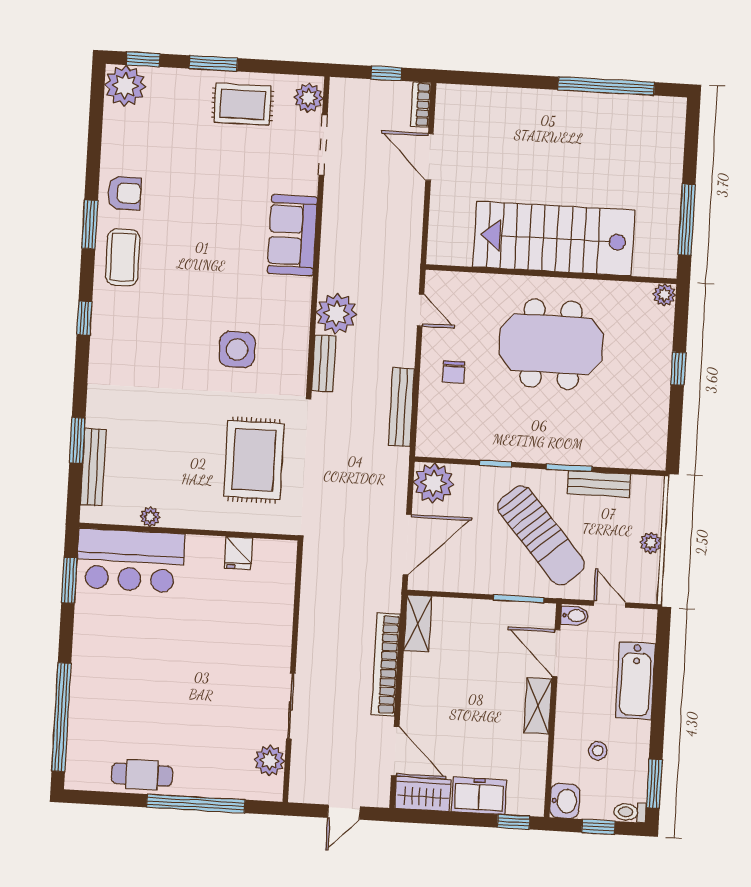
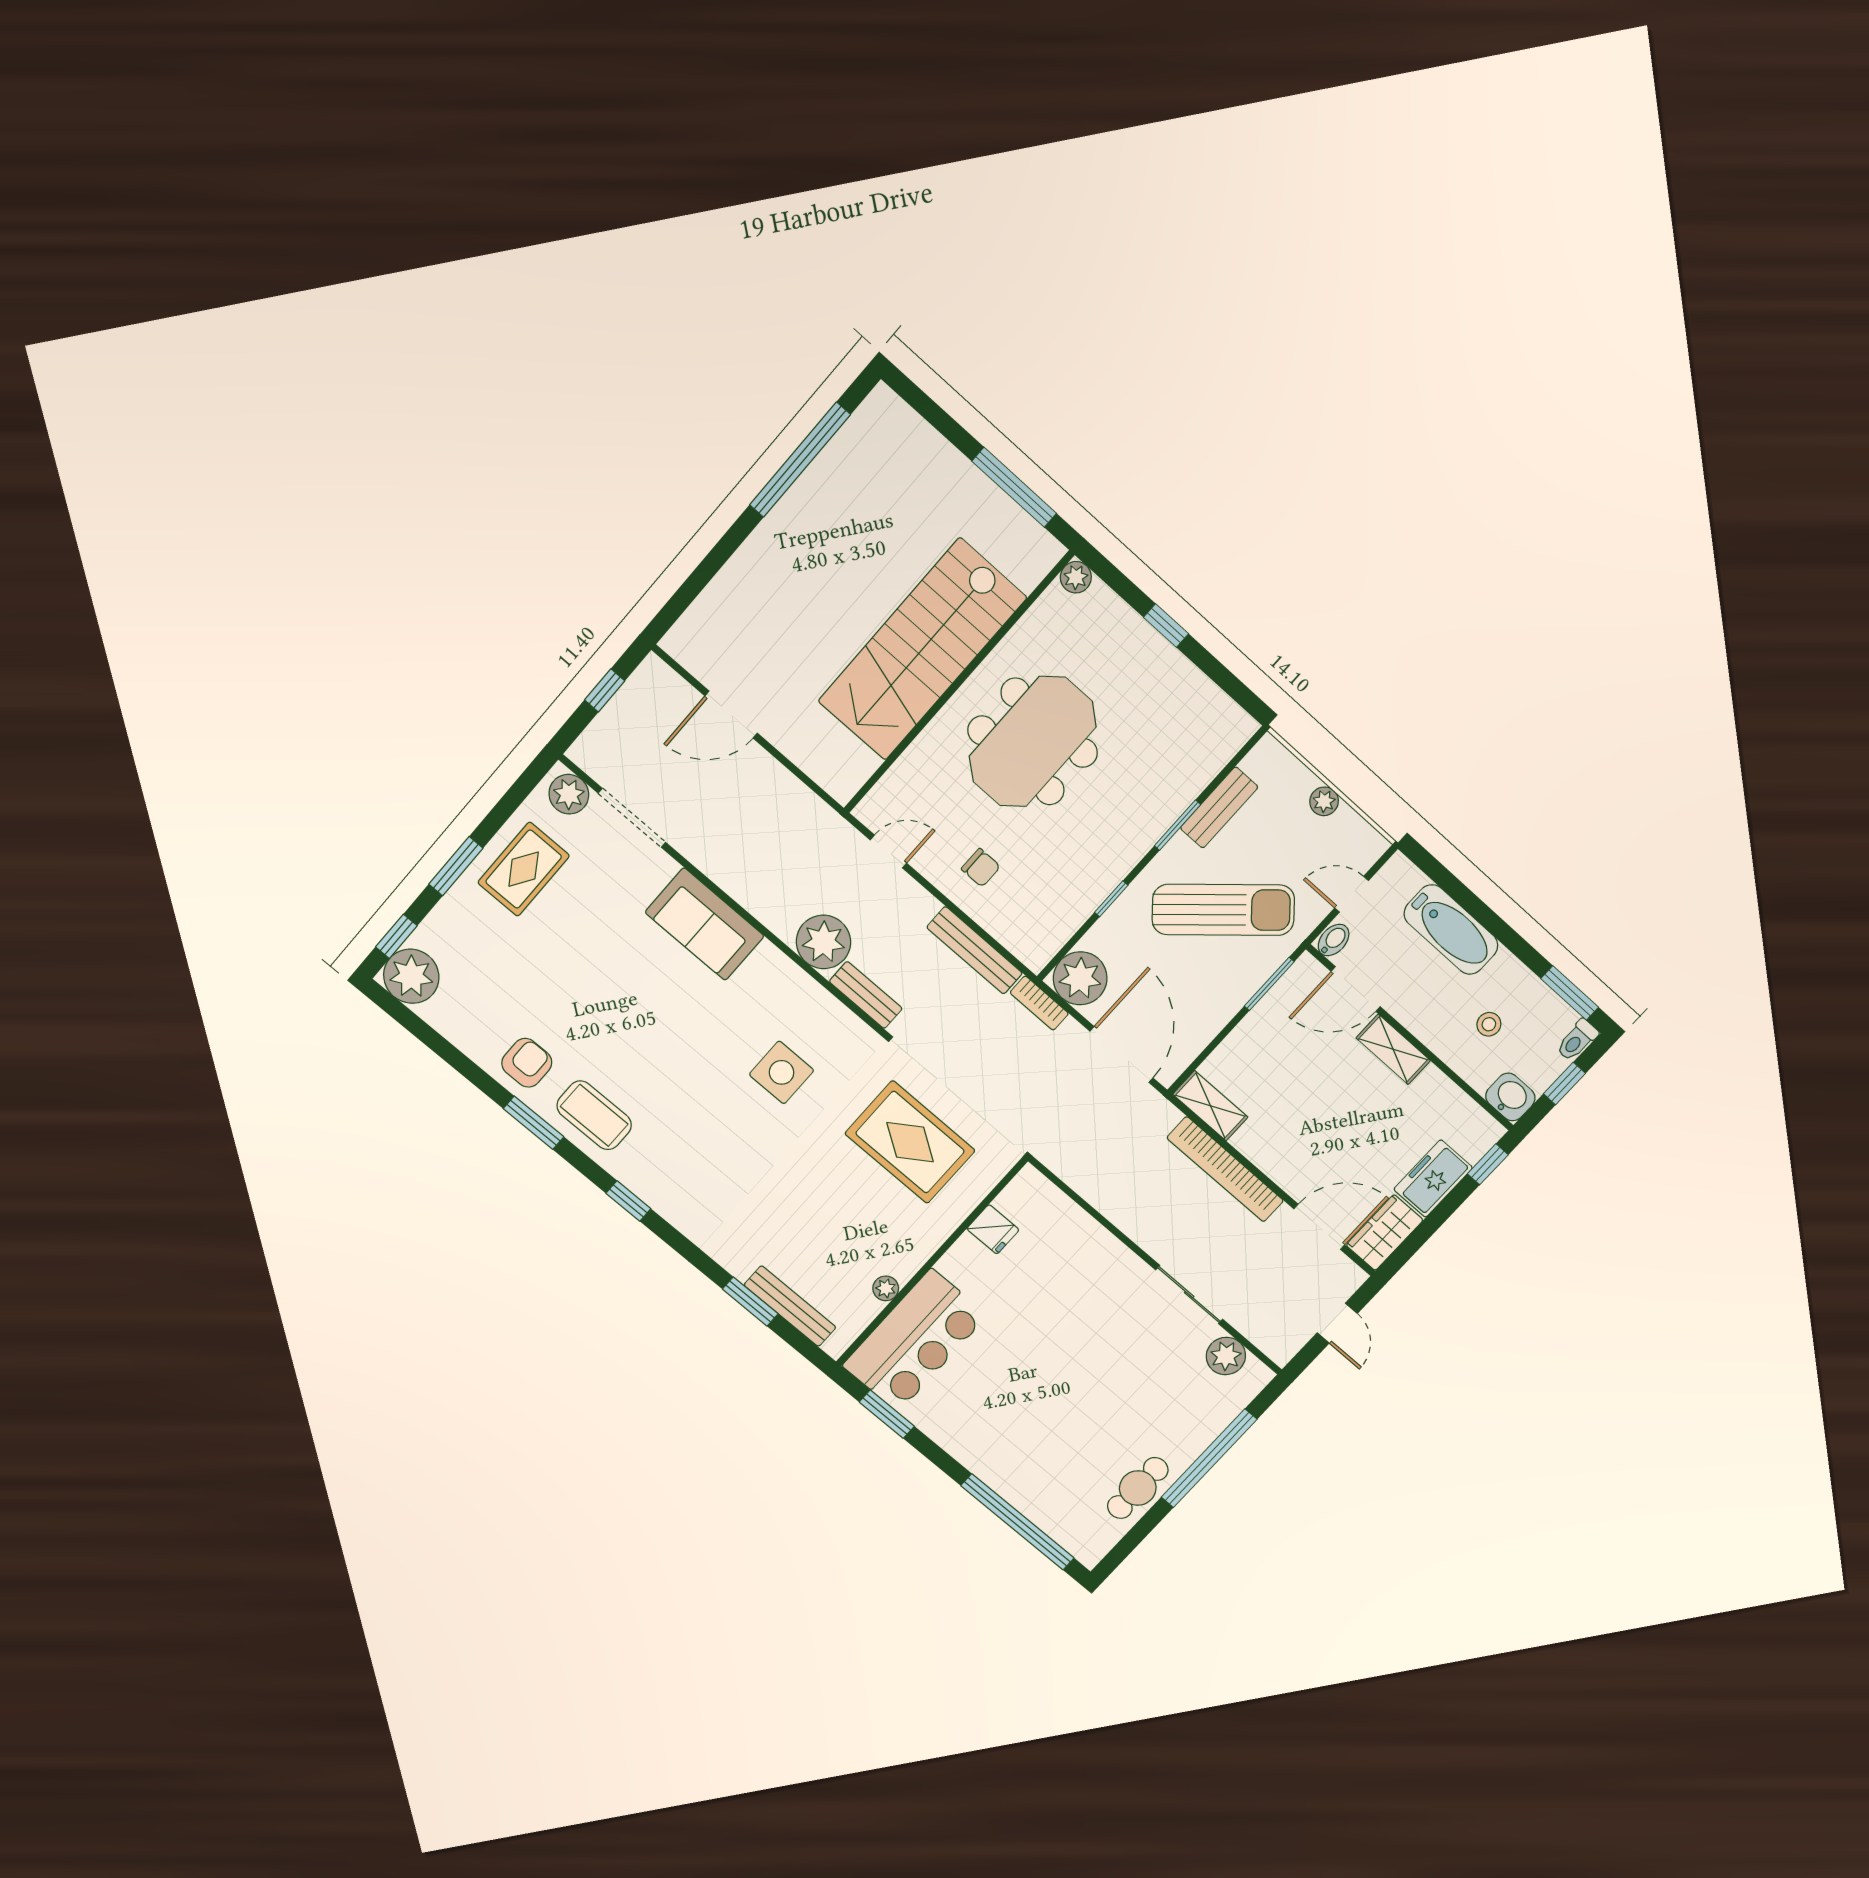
bookcase: (421, 104) -> (1039, 1003), moved

